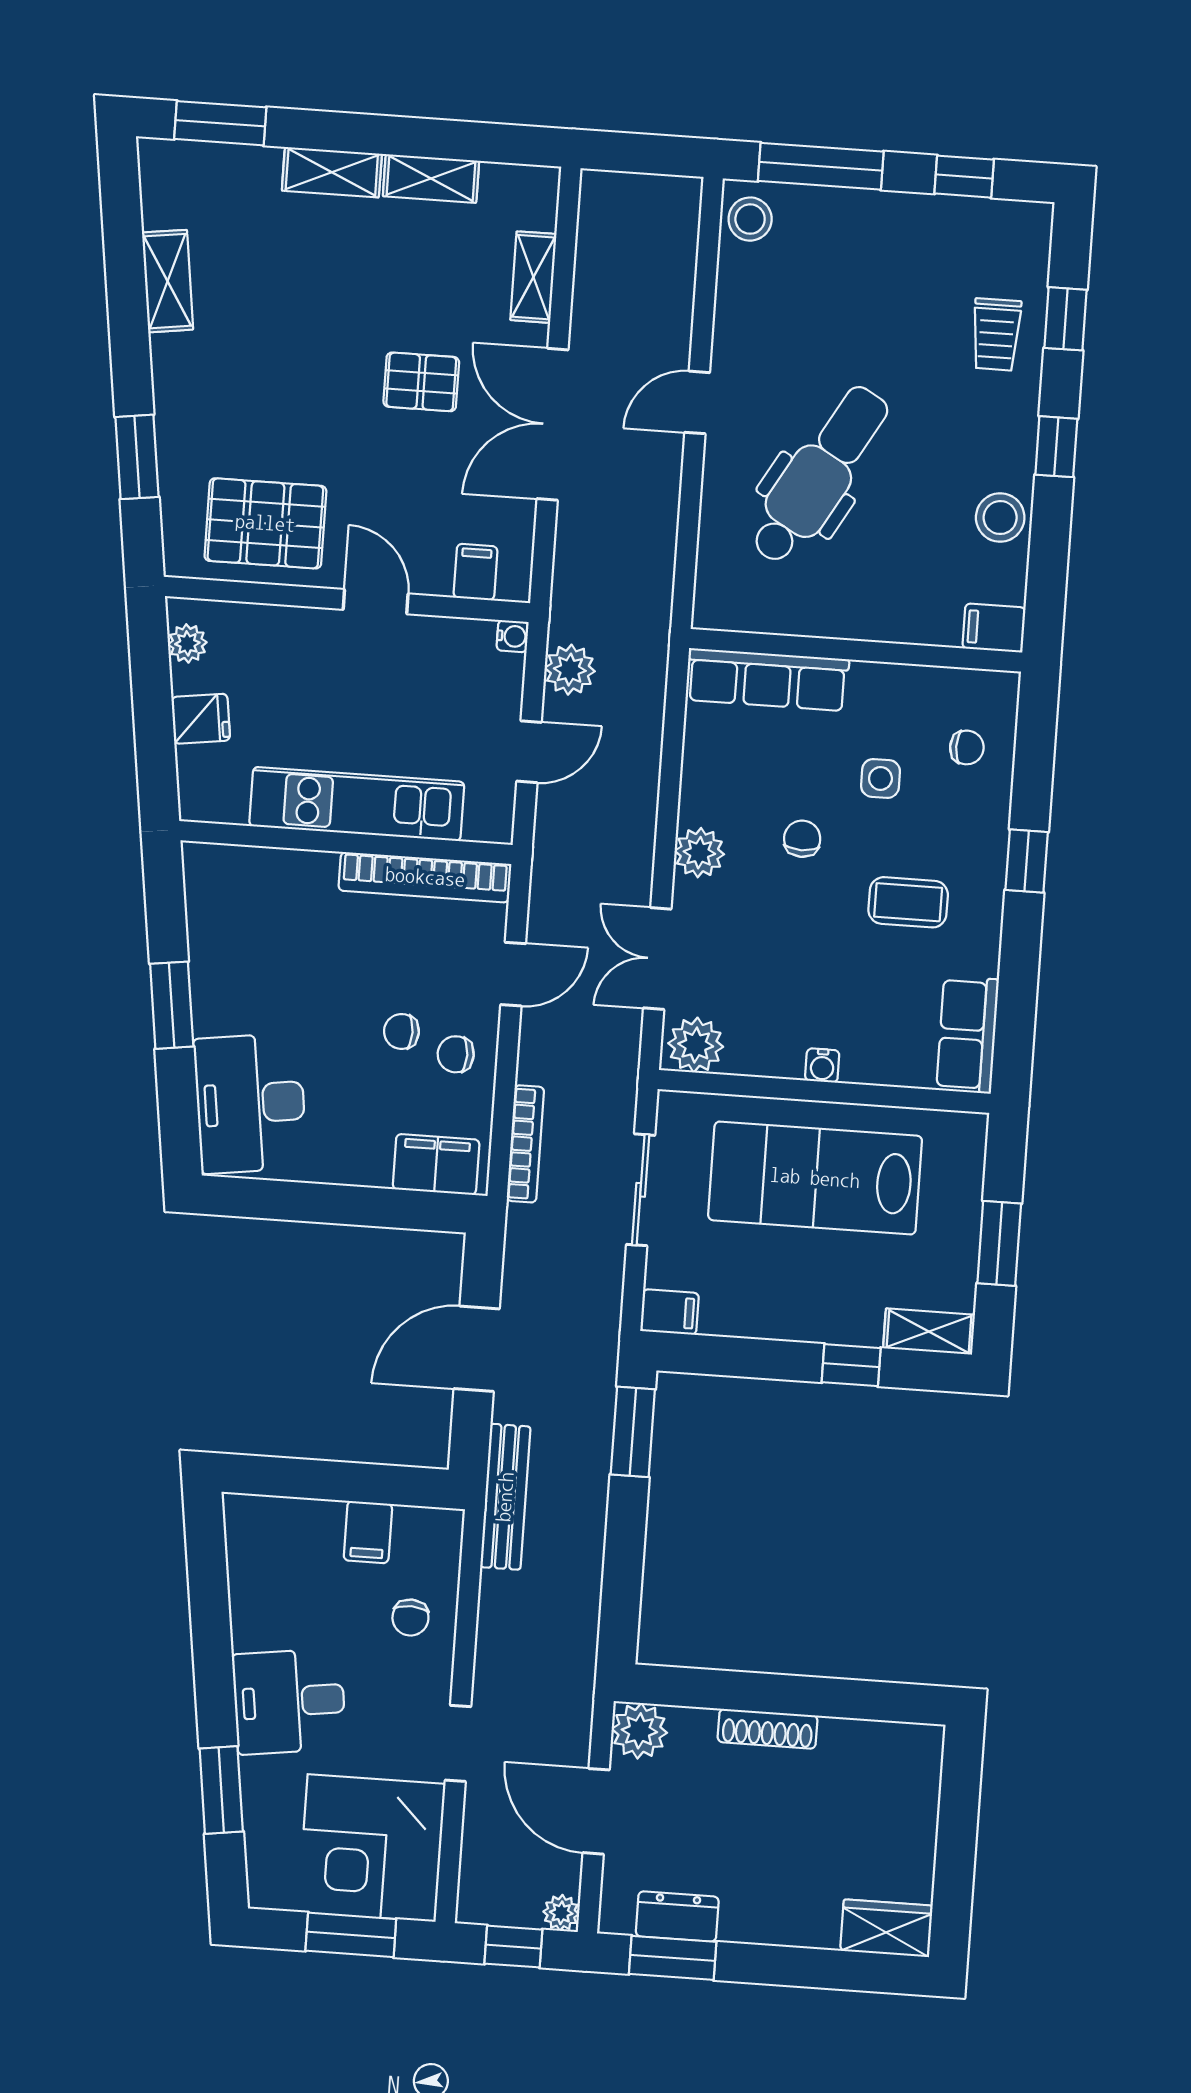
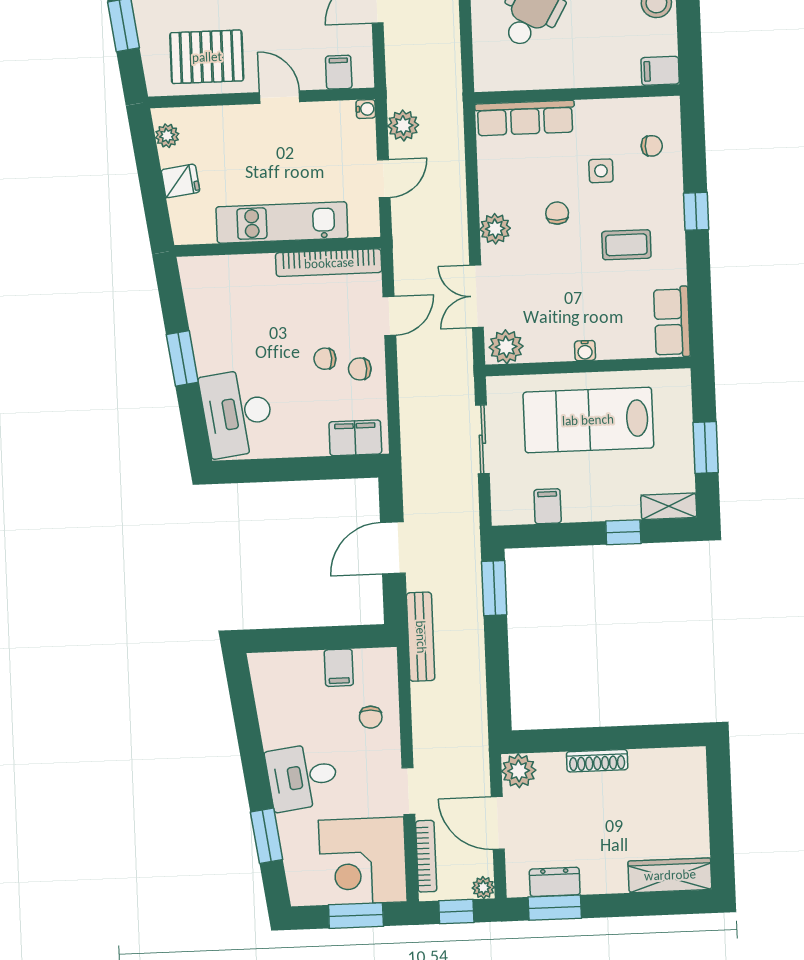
bookcase: (525, 1144) -> (426, 856), moved
filing cabinet: (670, 1312) -> (548, 506), moved, turned -90
wardrobe: (886, 1928) -> (670, 875), width x1.50

